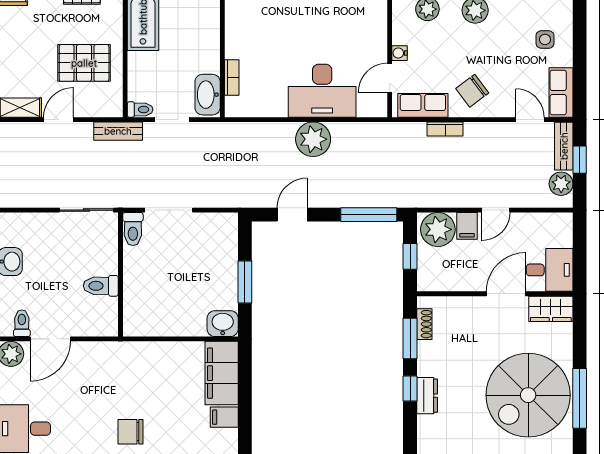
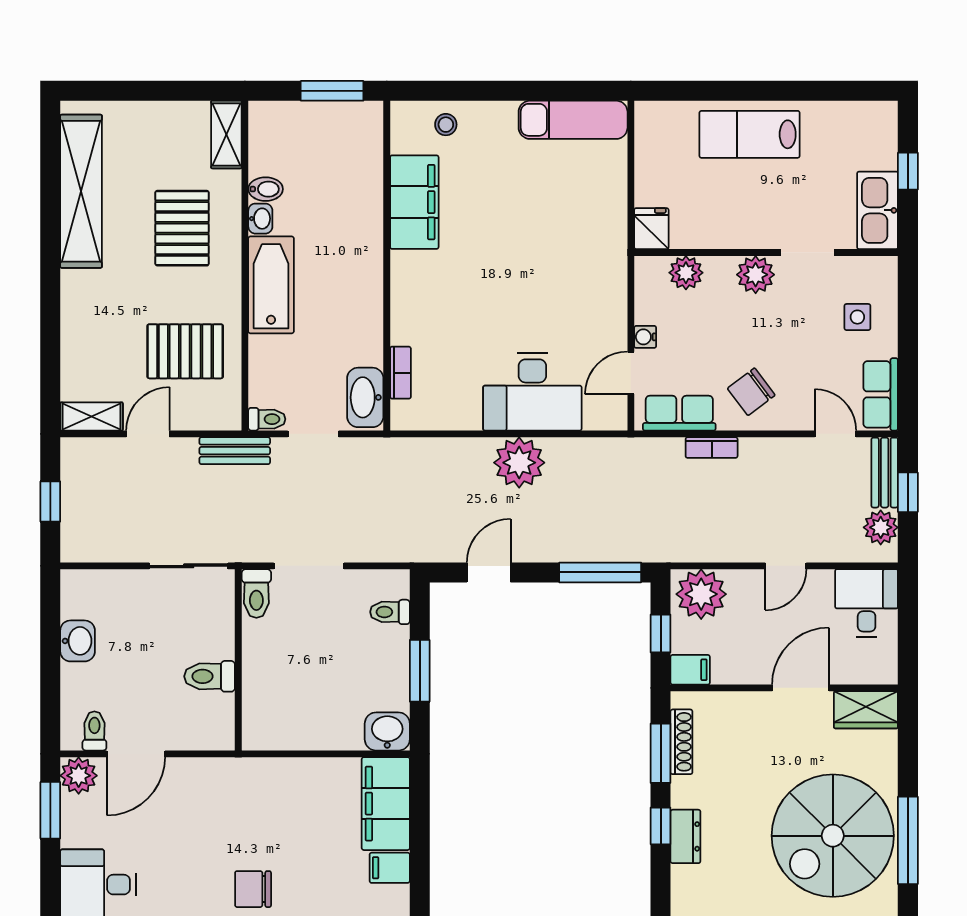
filing cabinet: (467, 226) -> (690, 670), moved, turned -90
toilet: (224, 242) -> (390, 612), added
desk: (550, 270) -> (867, 603), moved, turned -90
shoe rack: (424, 324) -> (681, 742), width x1.43

